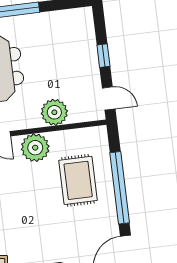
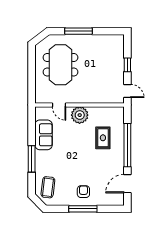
plant: (54, 112) -> (94, 95), removed
rug: (78, 180) -> (103, 138), width x0.73, depth x0.70

